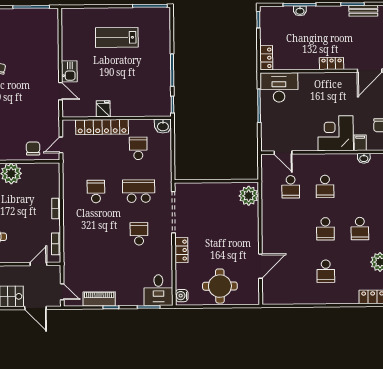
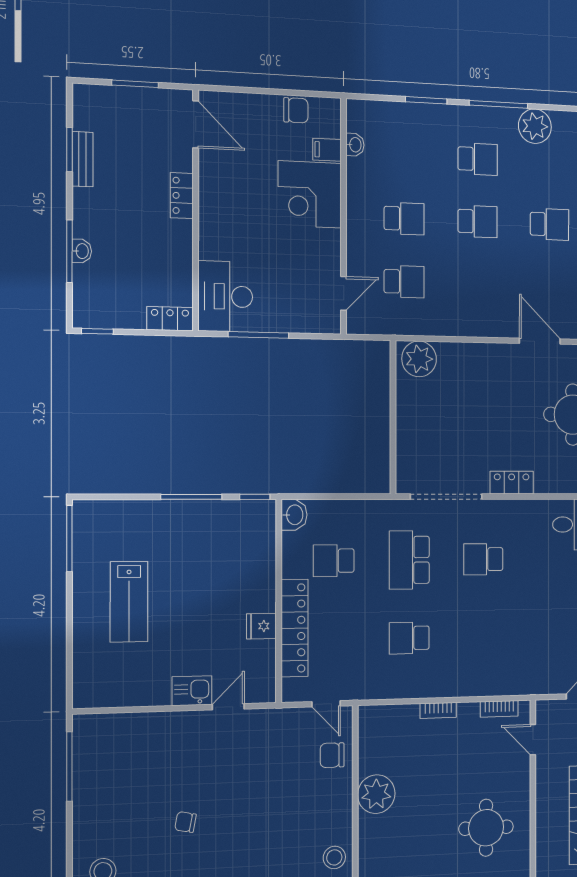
bench: (363, 11) -> (82, 159), moved

